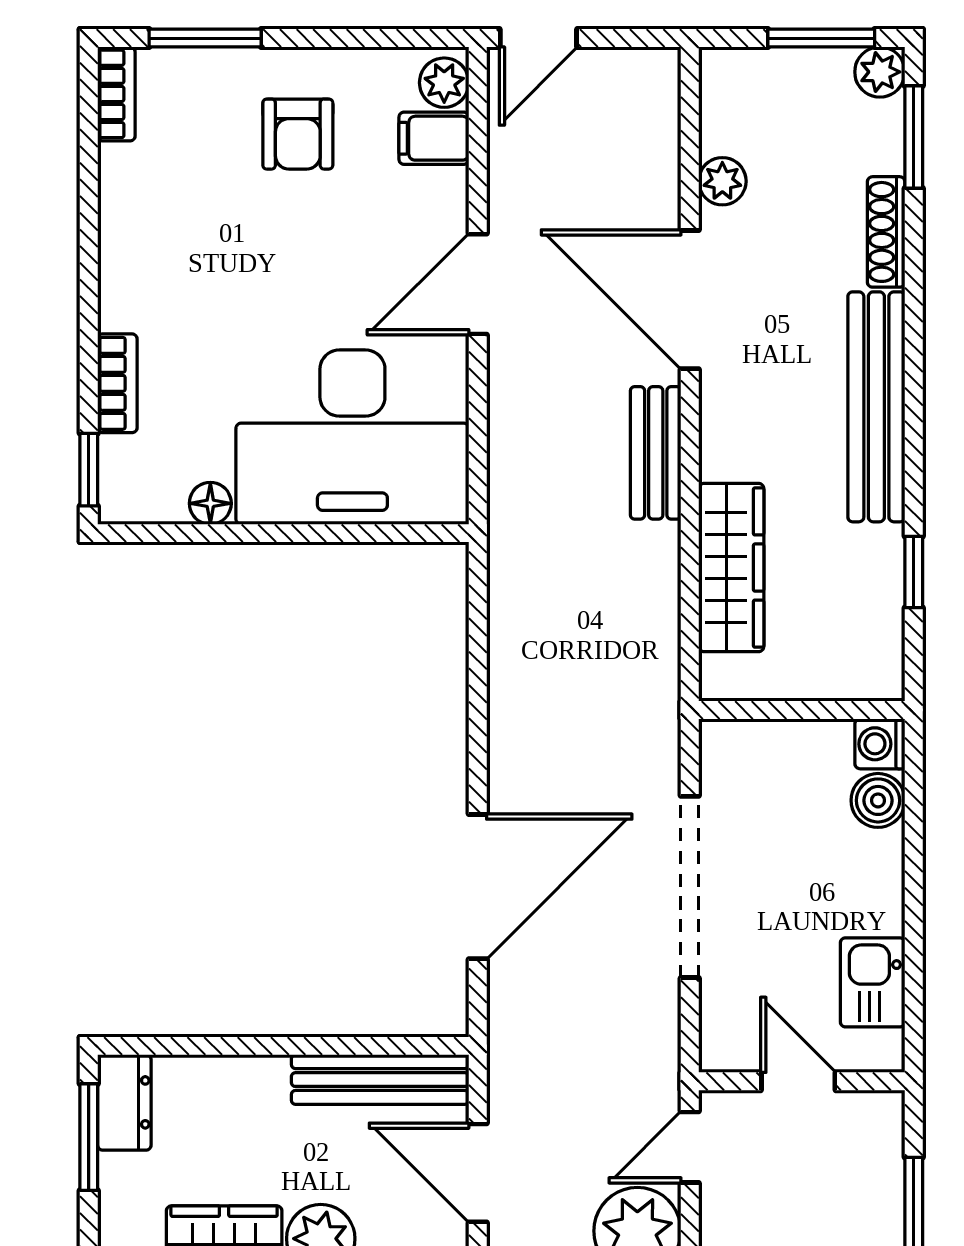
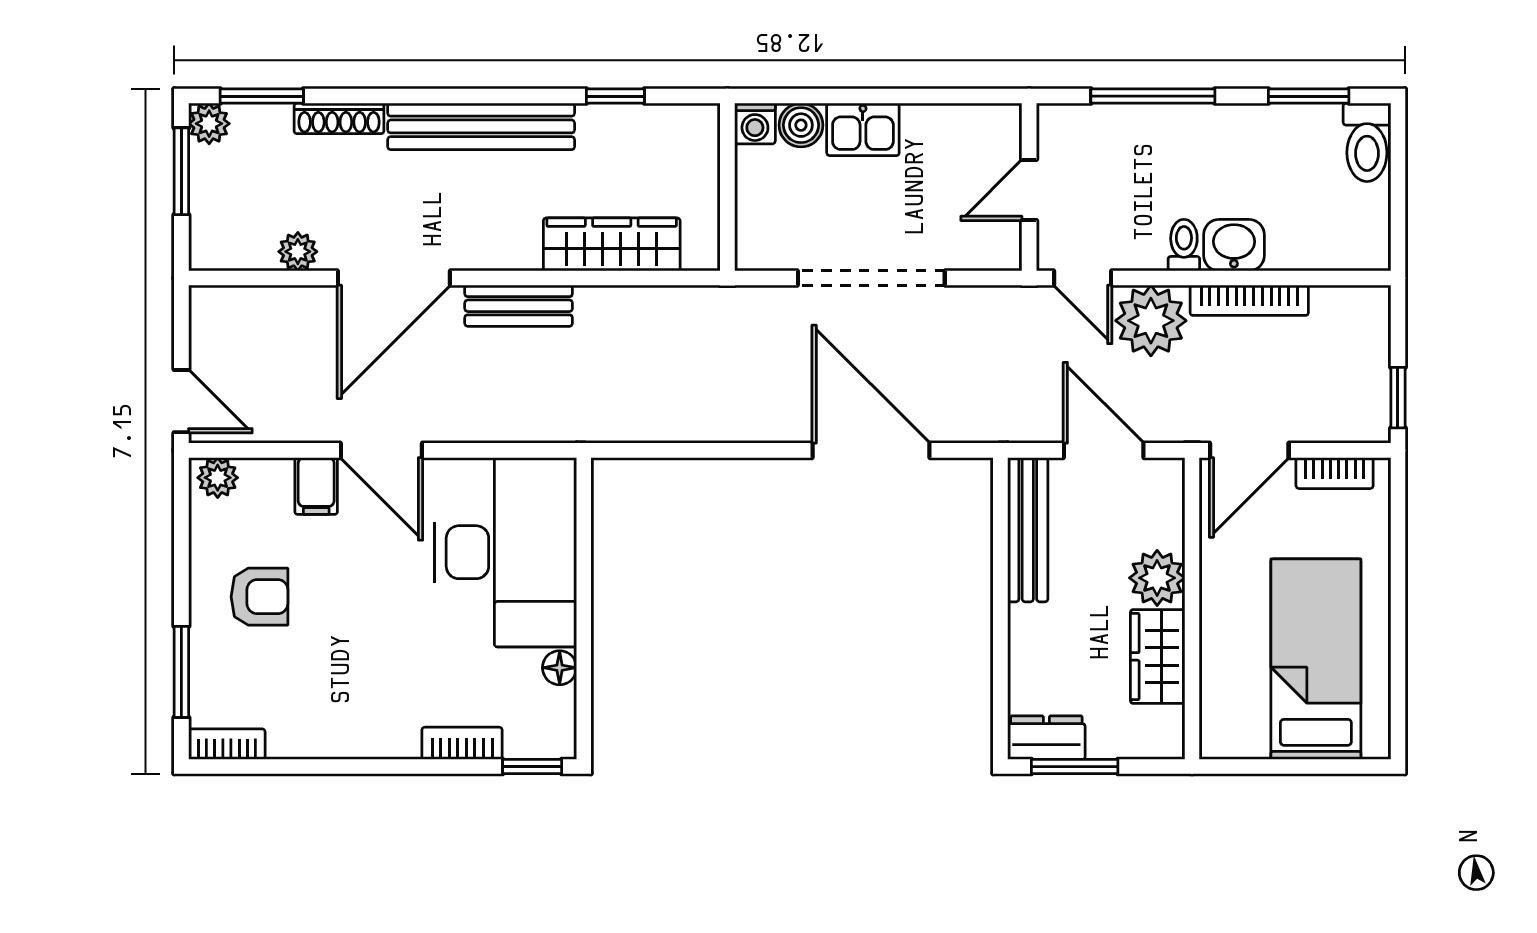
filing cabinet: (434, 138) -> (316, 486), moved
kitchen sink: (873, 982) -> (863, 129), moved
door: (478, 1173) -> (1104, 450), swing flipped

